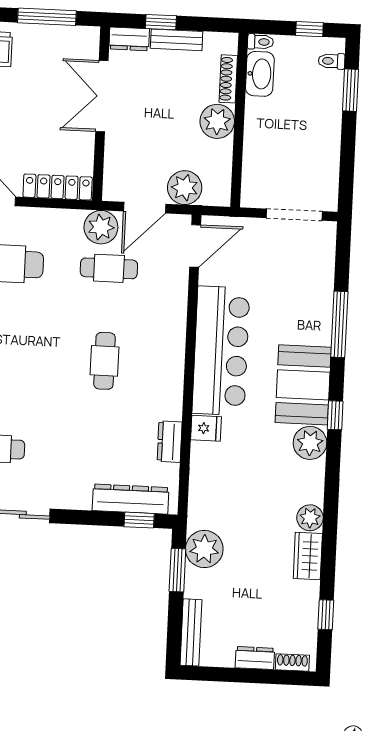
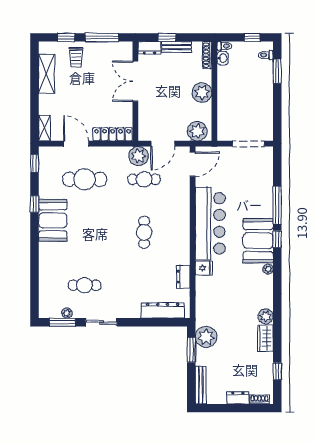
washbasin: (260, 74) -> (223, 58), width x0.52, depth x0.69
shoe rack: (228, 79) -> (207, 55), moved
plant: (185, 188) -> (197, 131), moved
window: (335, 415) -> (277, 239), moved
plant: (310, 443) -> (268, 269), width x0.53, depth x0.53
window: (139, 520) -> (168, 322), removed

